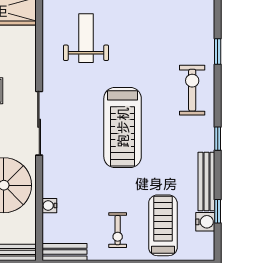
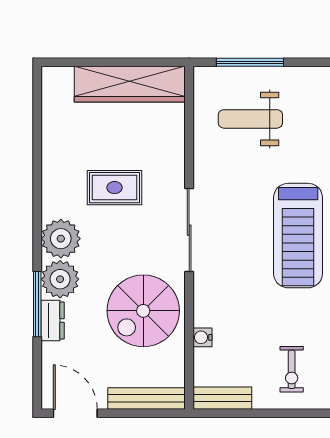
weight bench: (86, 38) -> (250, 119), turned -90

